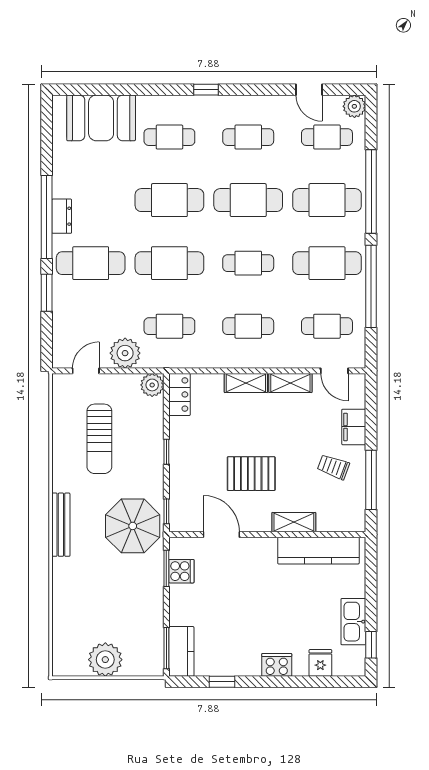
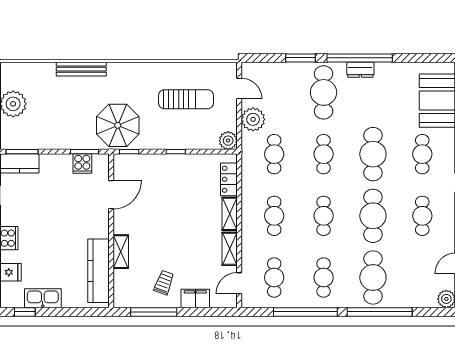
cafe table: (327, 137) -> (422, 278), removed
cafe table: (169, 263) -> (324, 154), width x0.73, depth x0.74
cafe table: (327, 263) -> (324, 278), width x0.73, depth x0.74
locker: (180, 394) -> (229, 179), moved, turned 90
sun lounger: (99, 439) -> (186, 99), turned 180
pallet: (251, 474) -> (159, 218), removed
bench: (61, 525) -> (81, 69), moved

